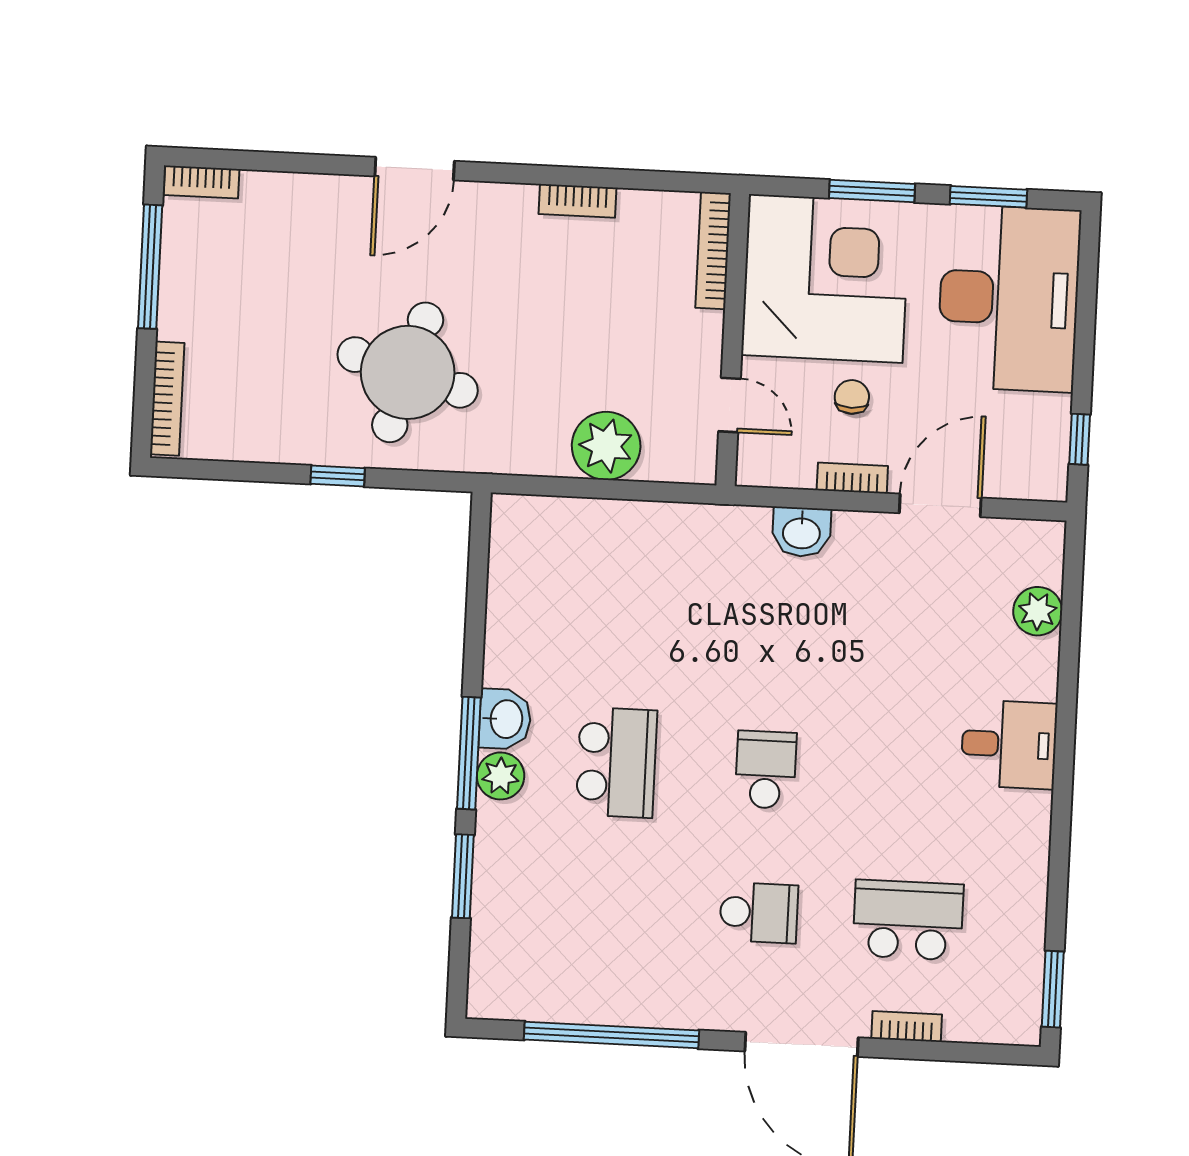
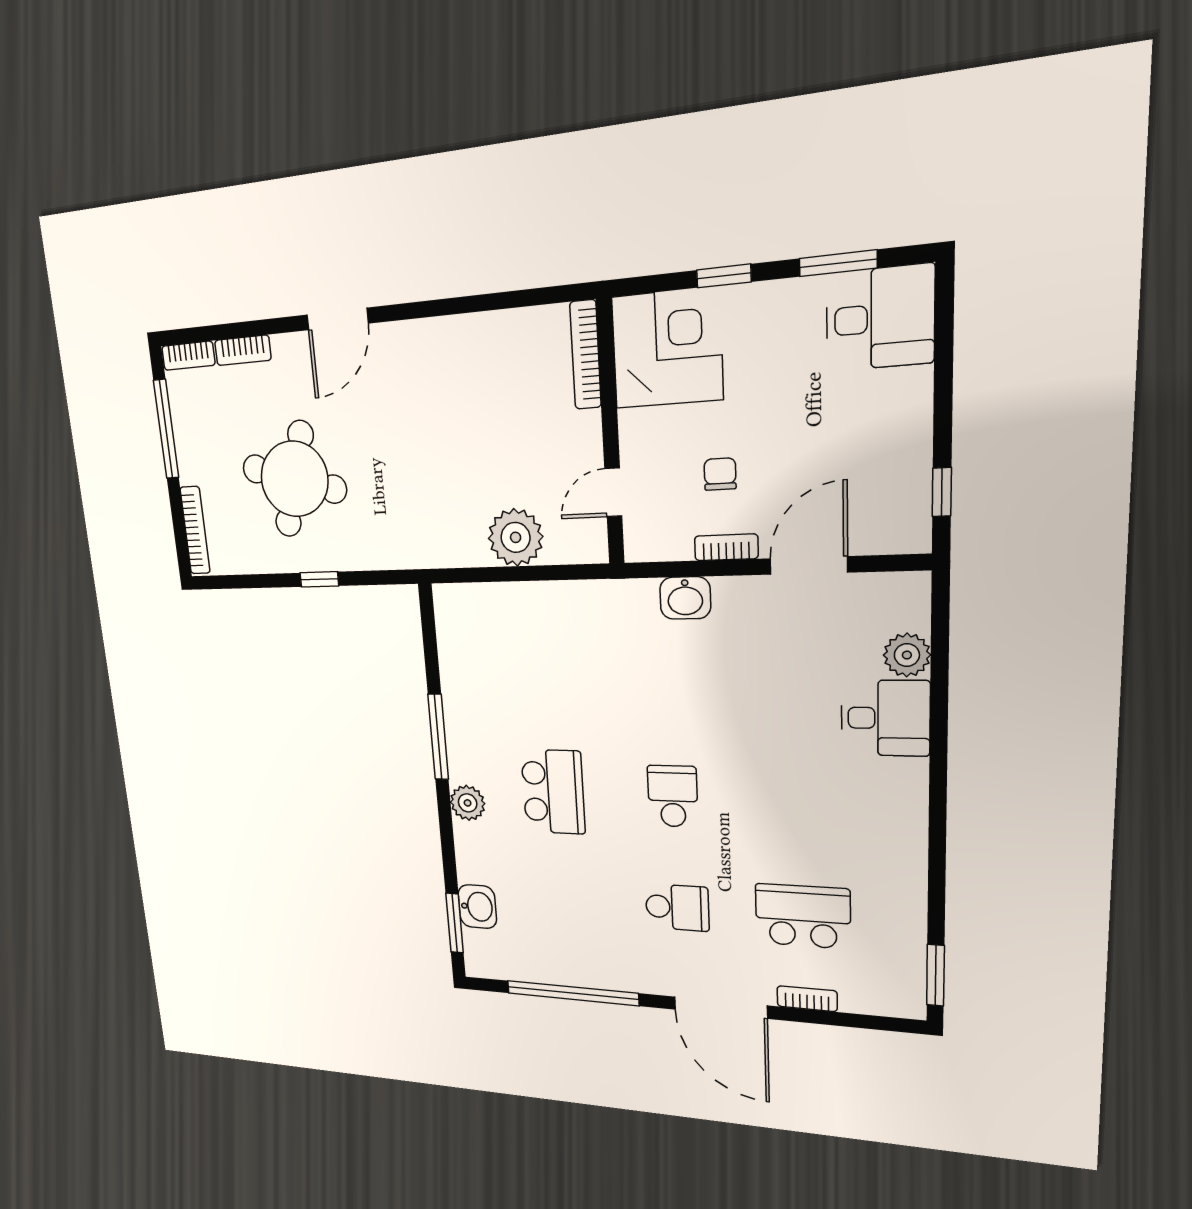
window: (872, 191) -> (724, 276), width x0.67
bookcase: (578, 201) -> (243, 350), moved
corner desk: (826, 279) -> (667, 348), width x0.74, depth x0.74
desk: (1009, 298) -> (880, 318), width x0.53, depth x0.77
round table: (408, 372) -> (294, 479), moved
door: (730, 405) -> (613, 492), swing flipped
washbasin: (505, 719) -> (477, 907), moved
desk: (1009, 744) -> (885, 718), moved
window: (469, 753) -> (438, 737), moved
window: (463, 876) -> (455, 923), moved

